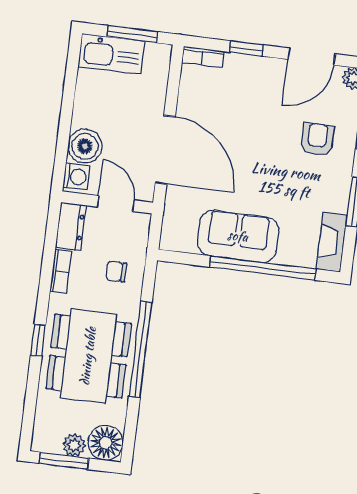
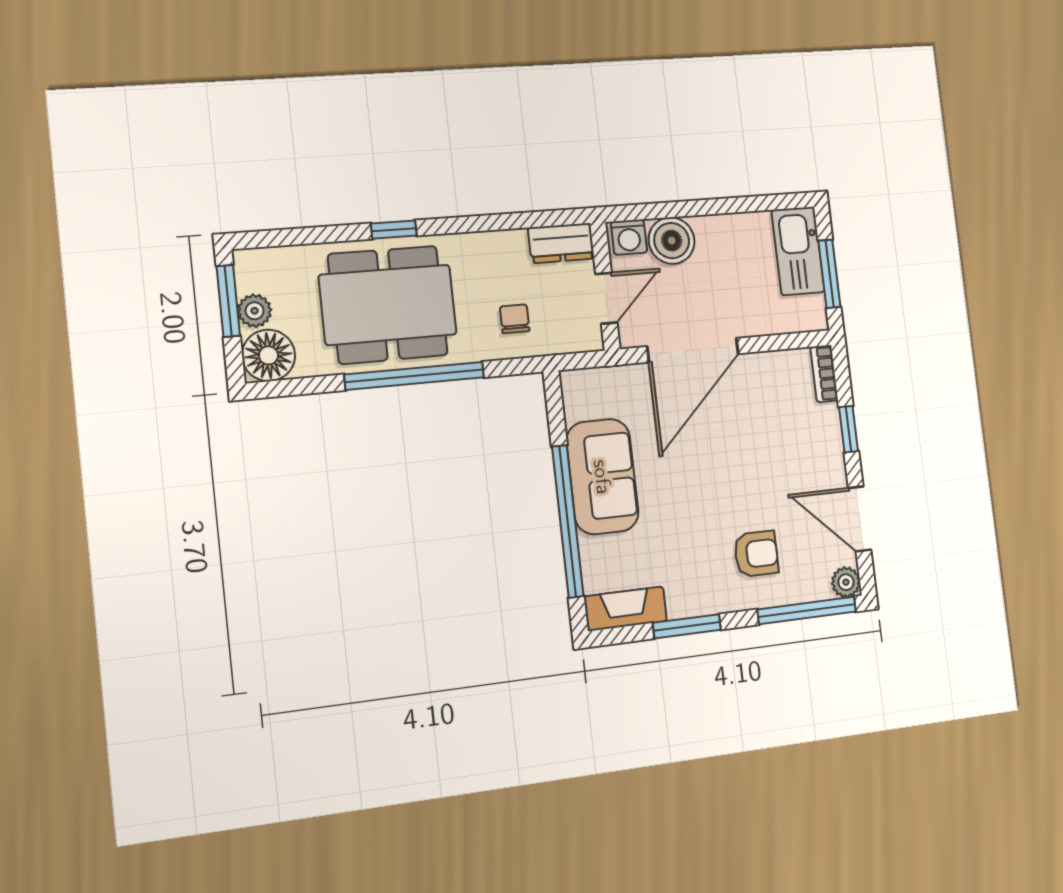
bookcase: (61, 271) -> (497, 242), removed

